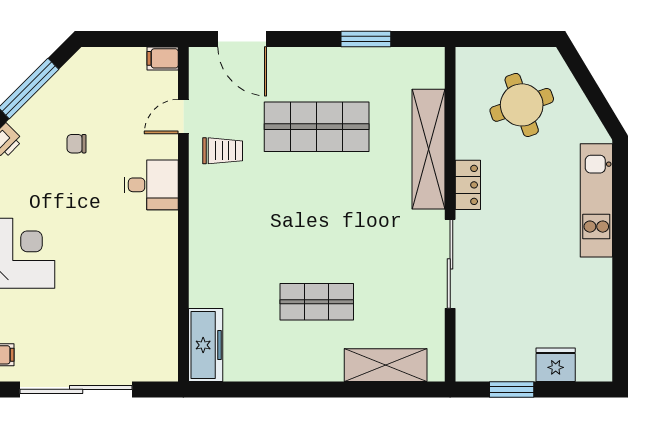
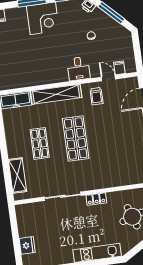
filing cabinet: (163, 58) -> (119, 68), moved
shop shelf: (317, 127) -> (76, 139), moved
shelving: (428, 149) -> (56, 94), moved
window: (512, 389) -> (14, 229), removed

